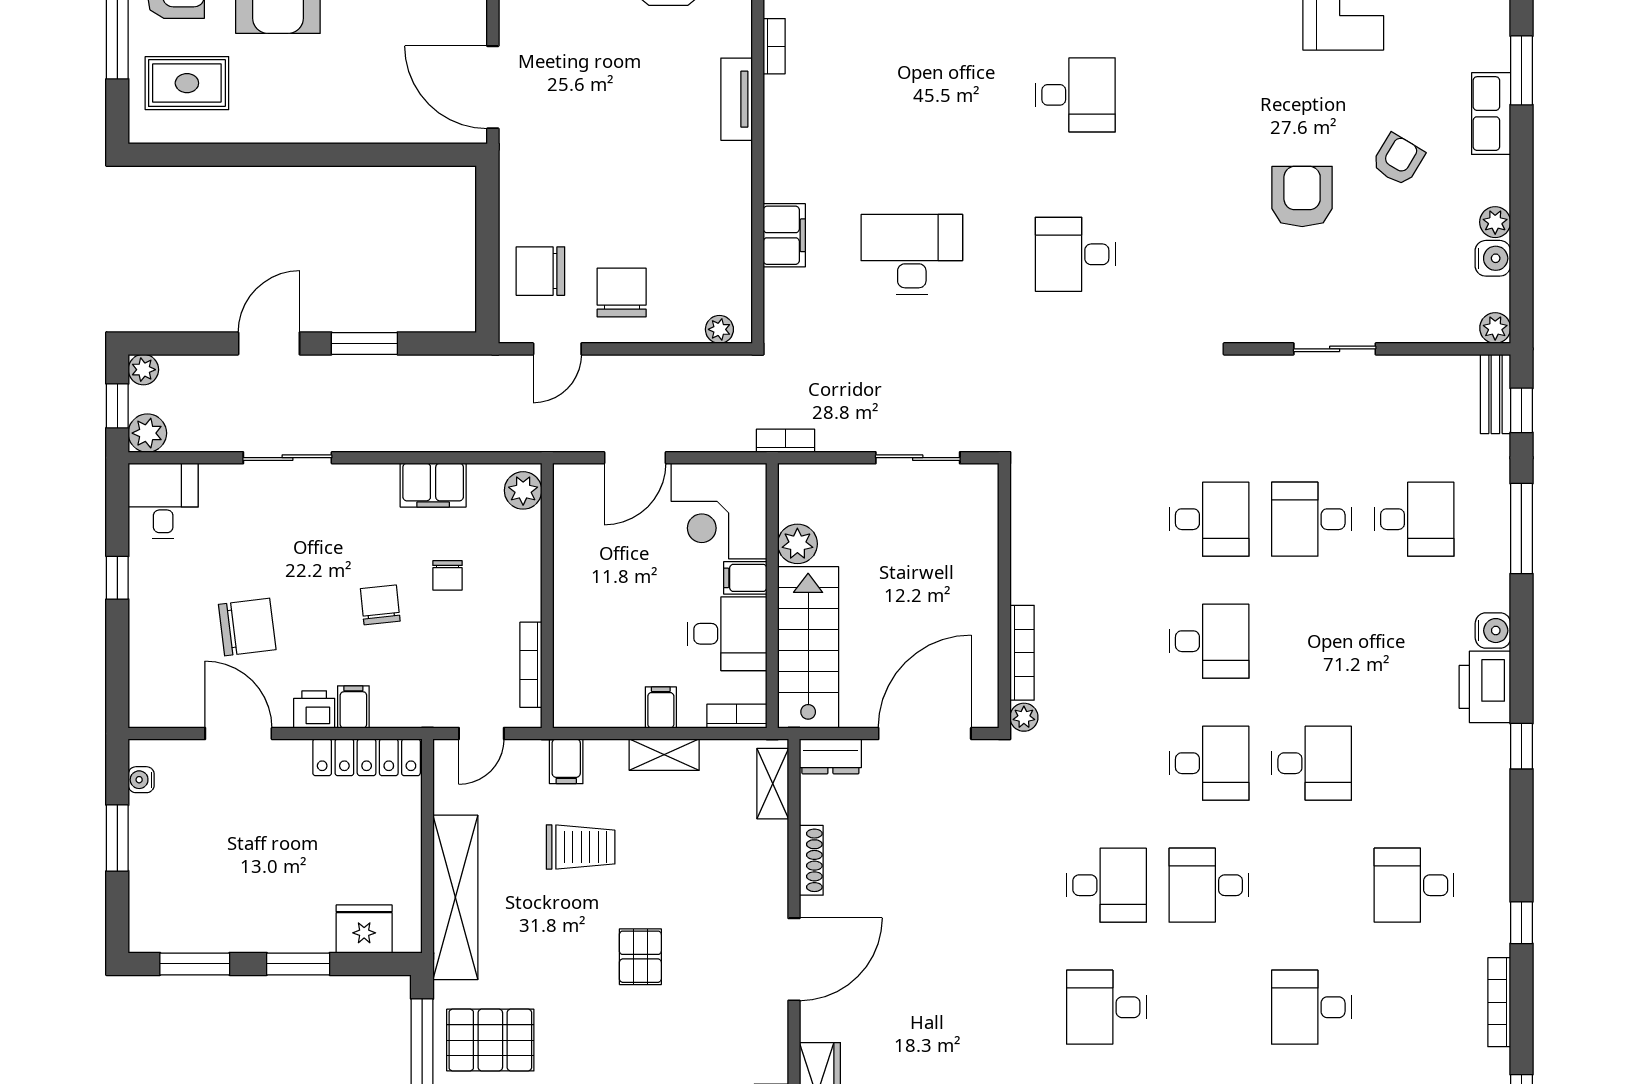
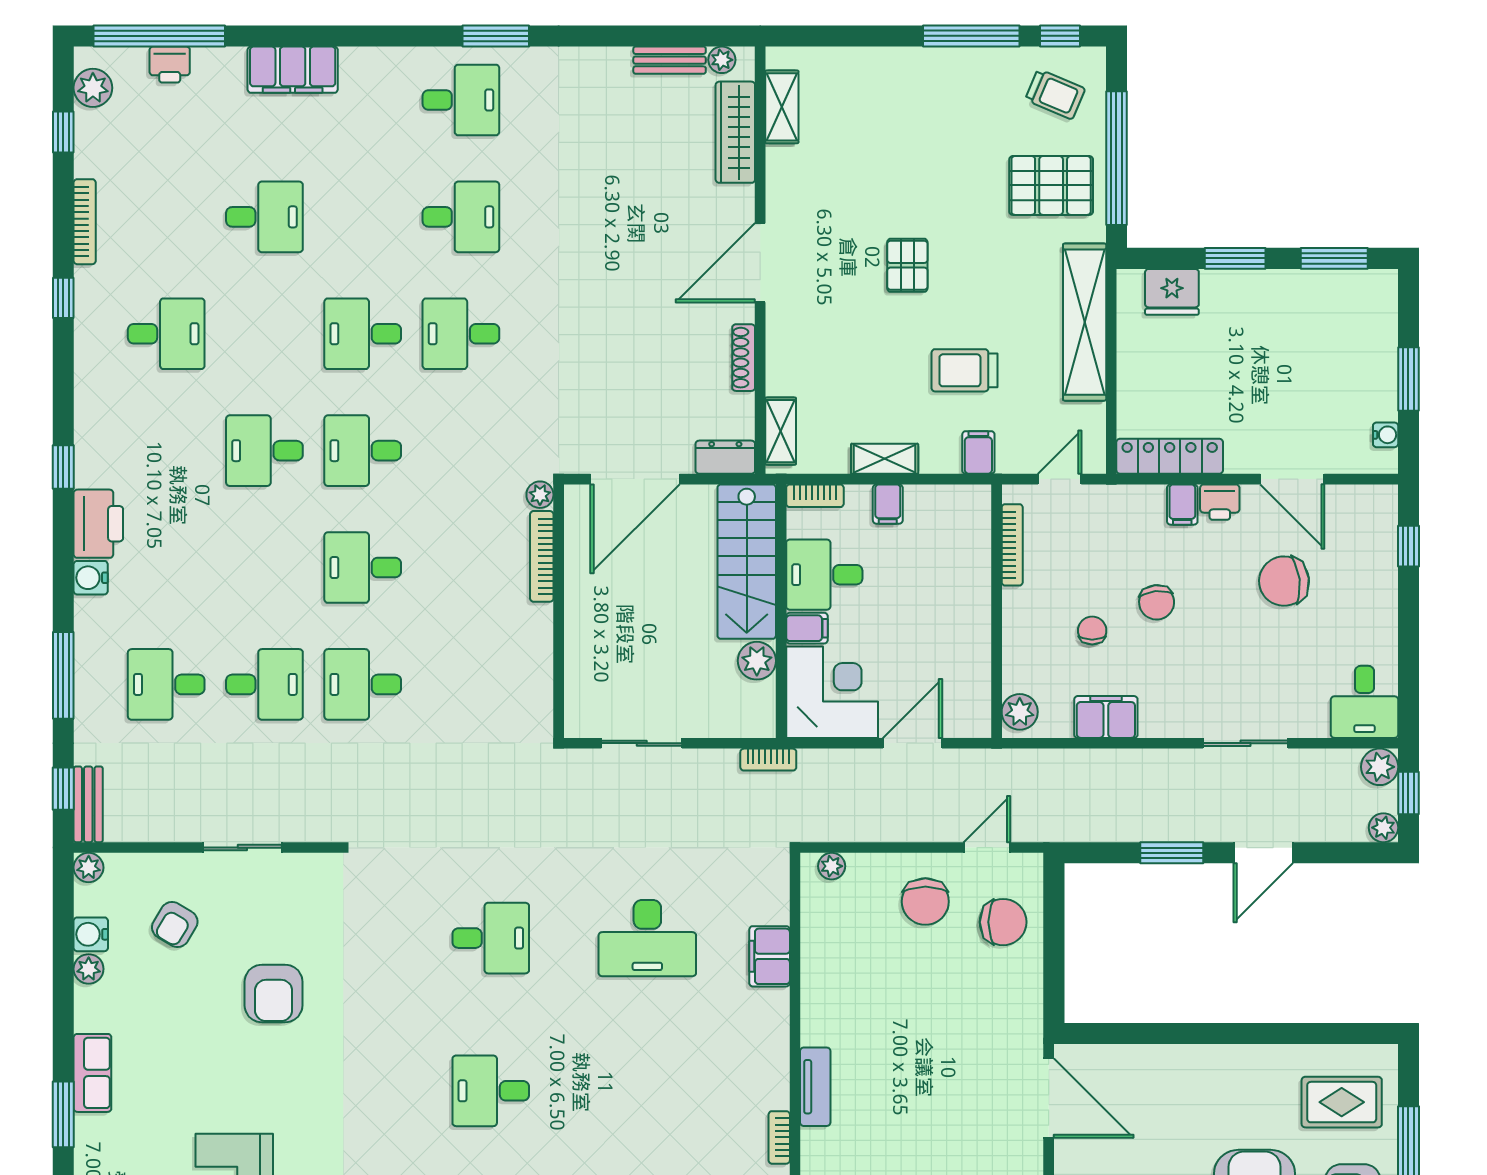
armchair: (1398, 160) -> (175, 924), moved
window: (117, 578) -> (1408, 546), moved
desk: (1209, 885) -> (363, 334), turned 180

